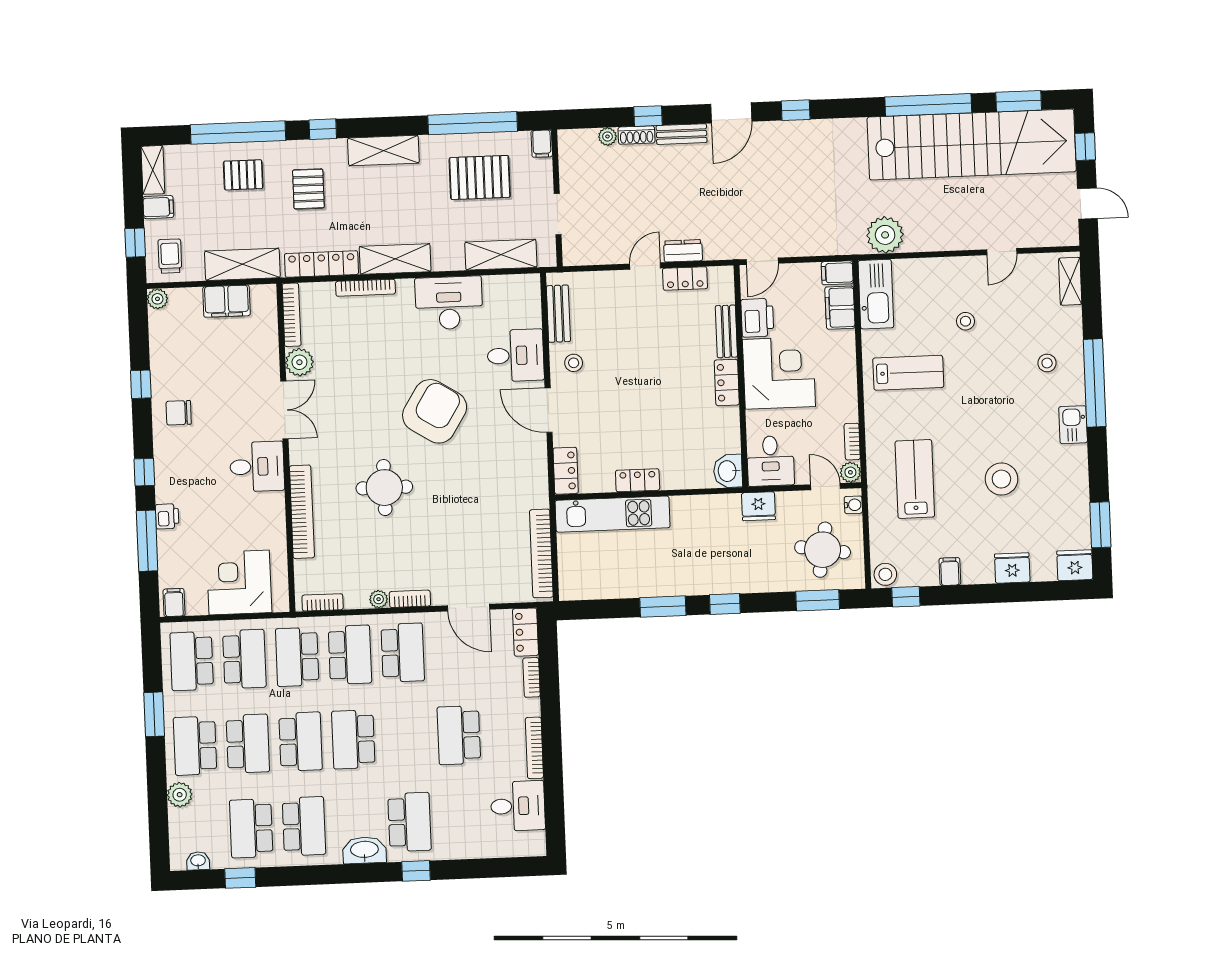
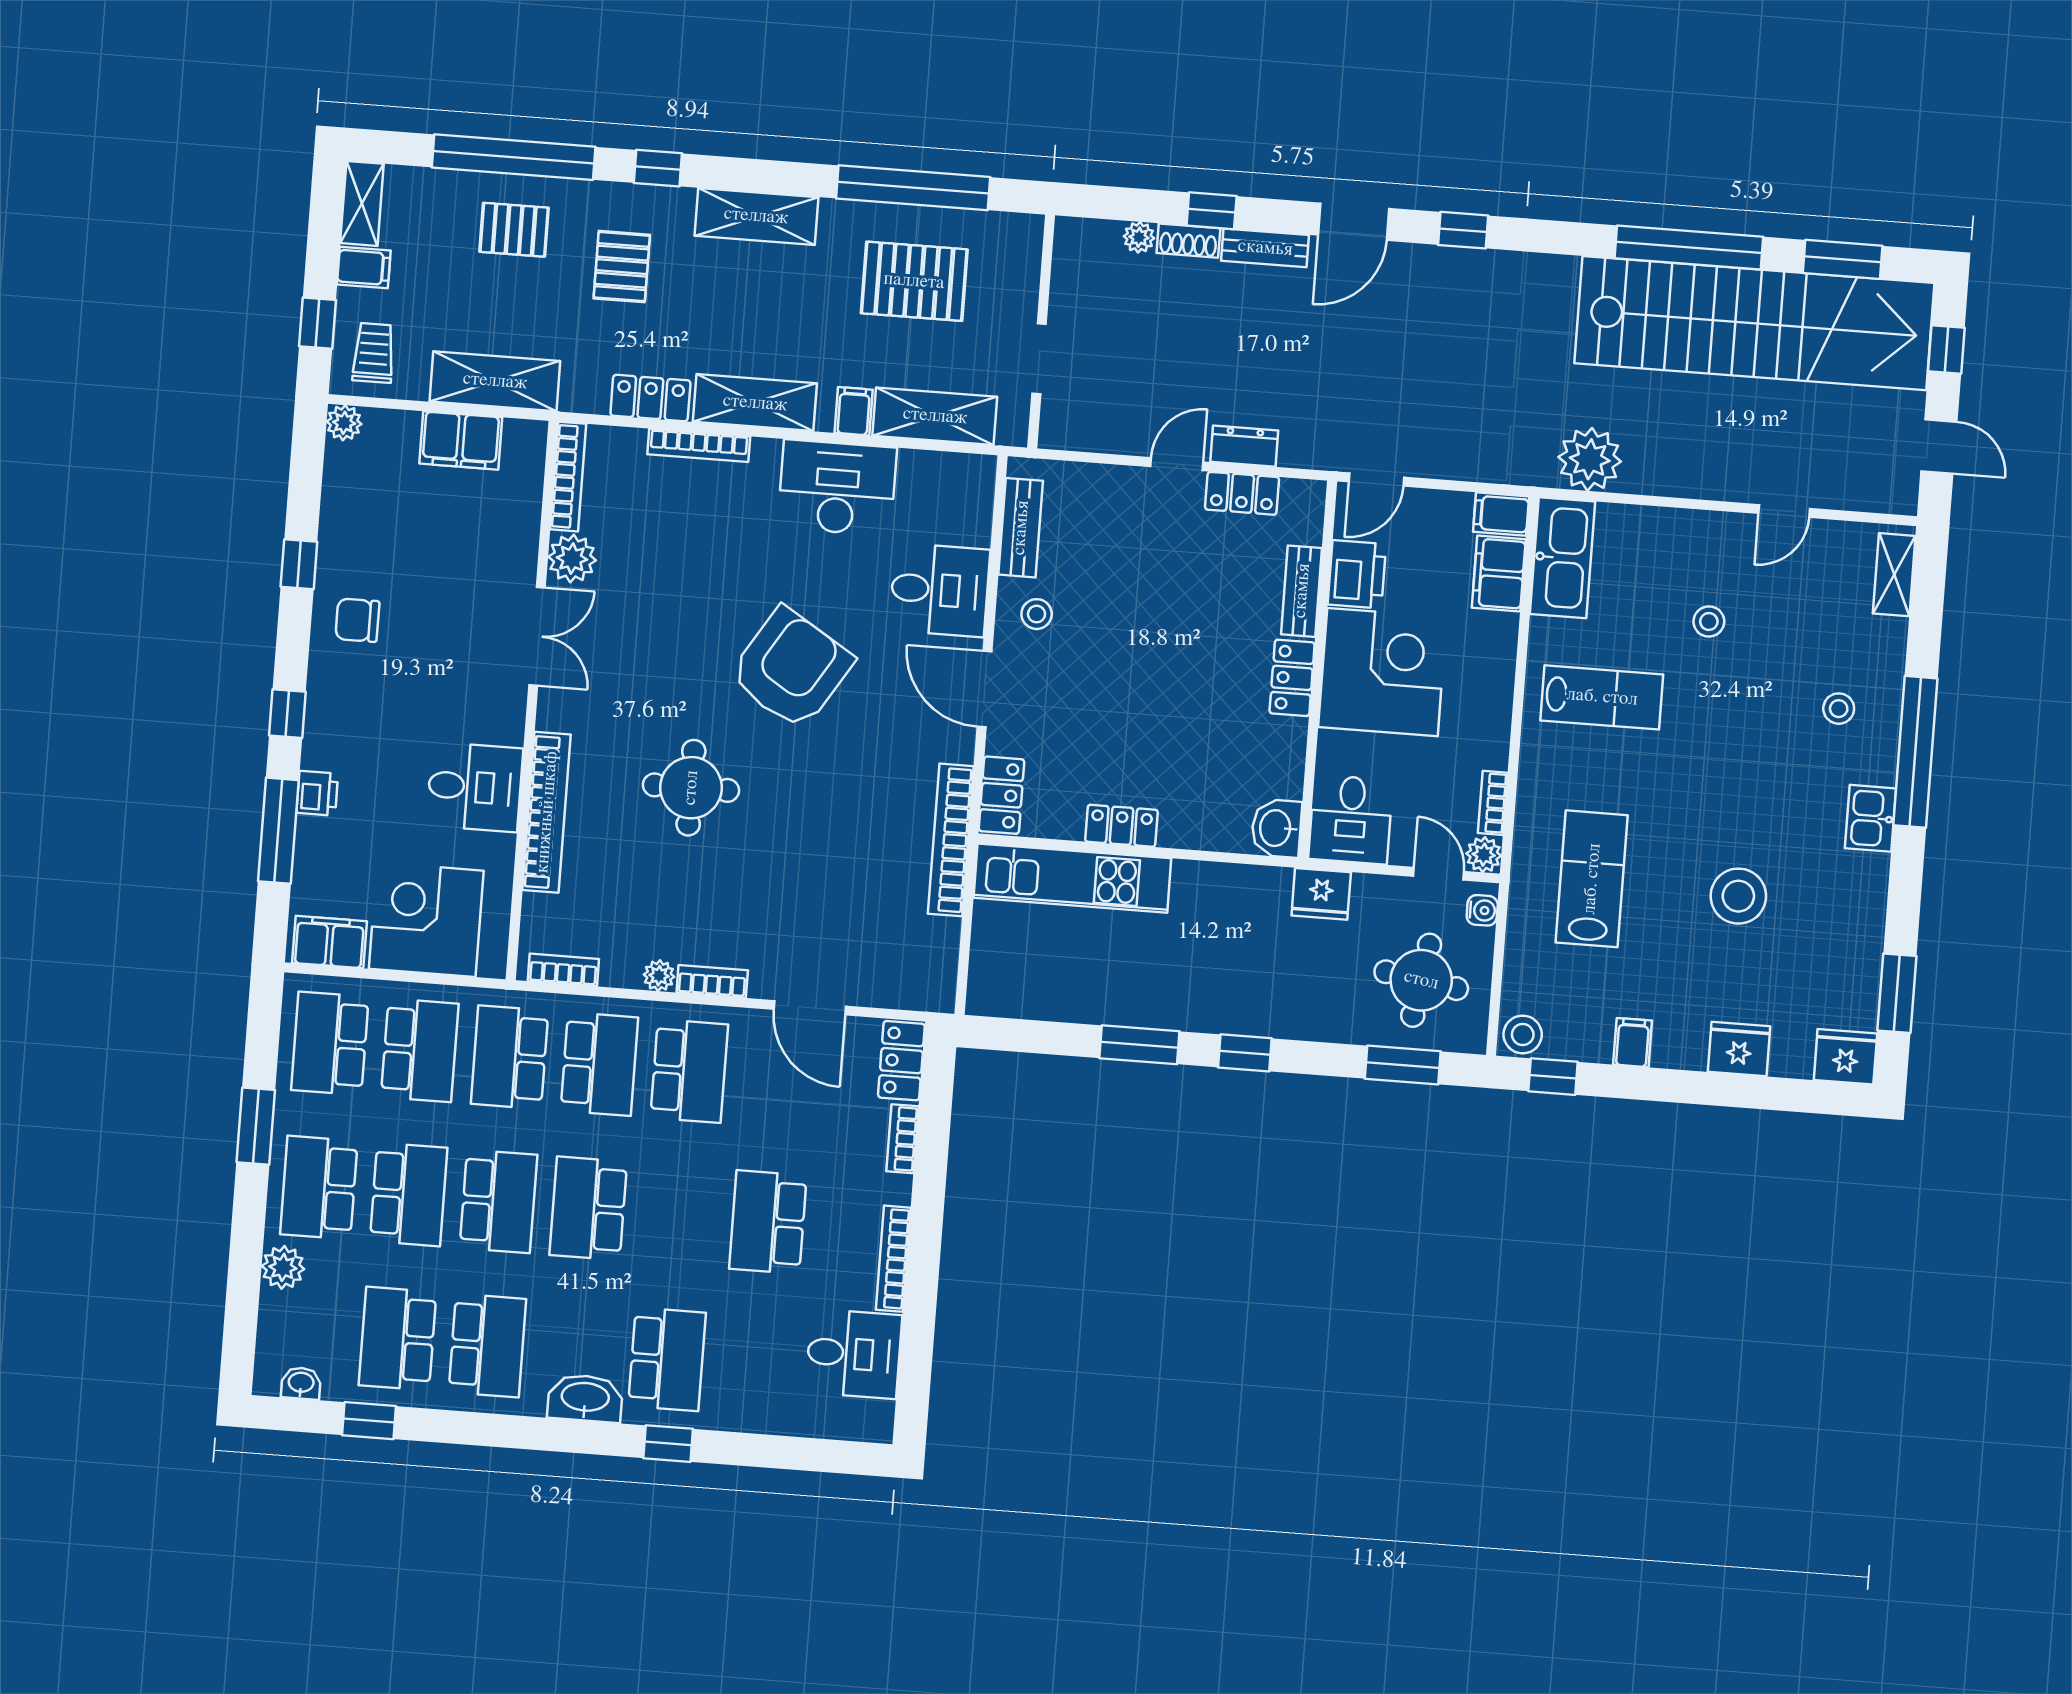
filing cabinet: (542, 144) -> (854, 411), moved, turned 180
locker: (321, 264) -> (650, 398), width x0.66
desk: (257, 467) -> (475, 787), moved
bookcase: (541, 553) -> (951, 840), moved
filing cabinet: (174, 603) -> (329, 942), width x2.00

